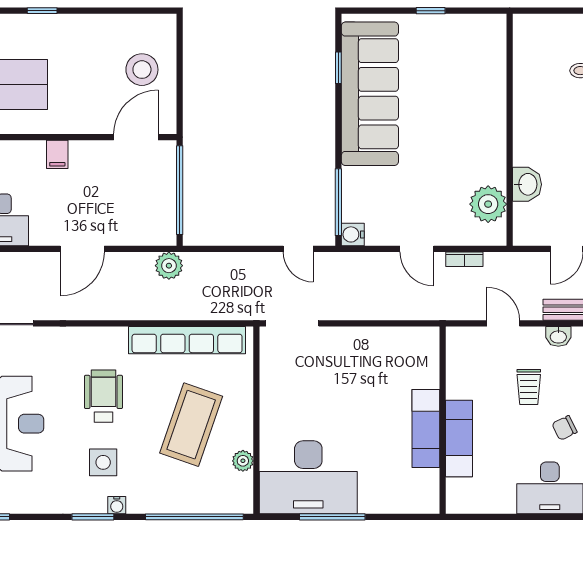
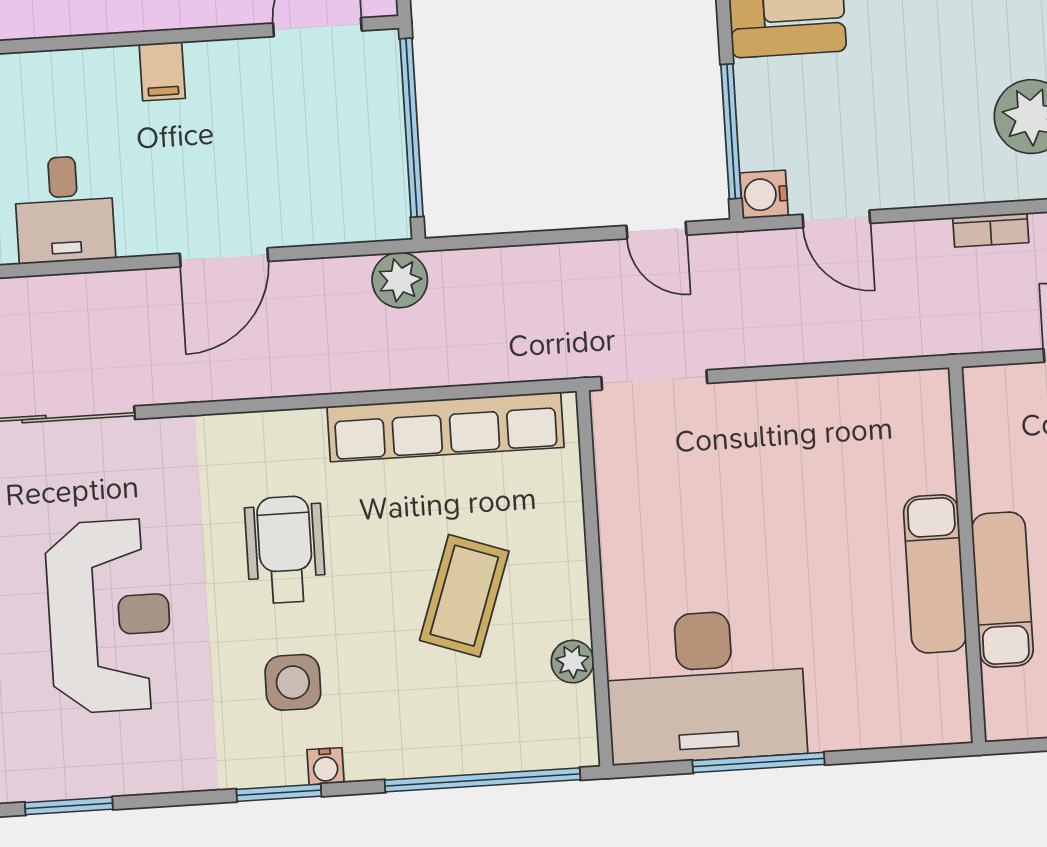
door: (417, 249) -> (836, 219), moved
coffee table: (191, 425) -> (464, 596), width x0.73, depth x0.76

